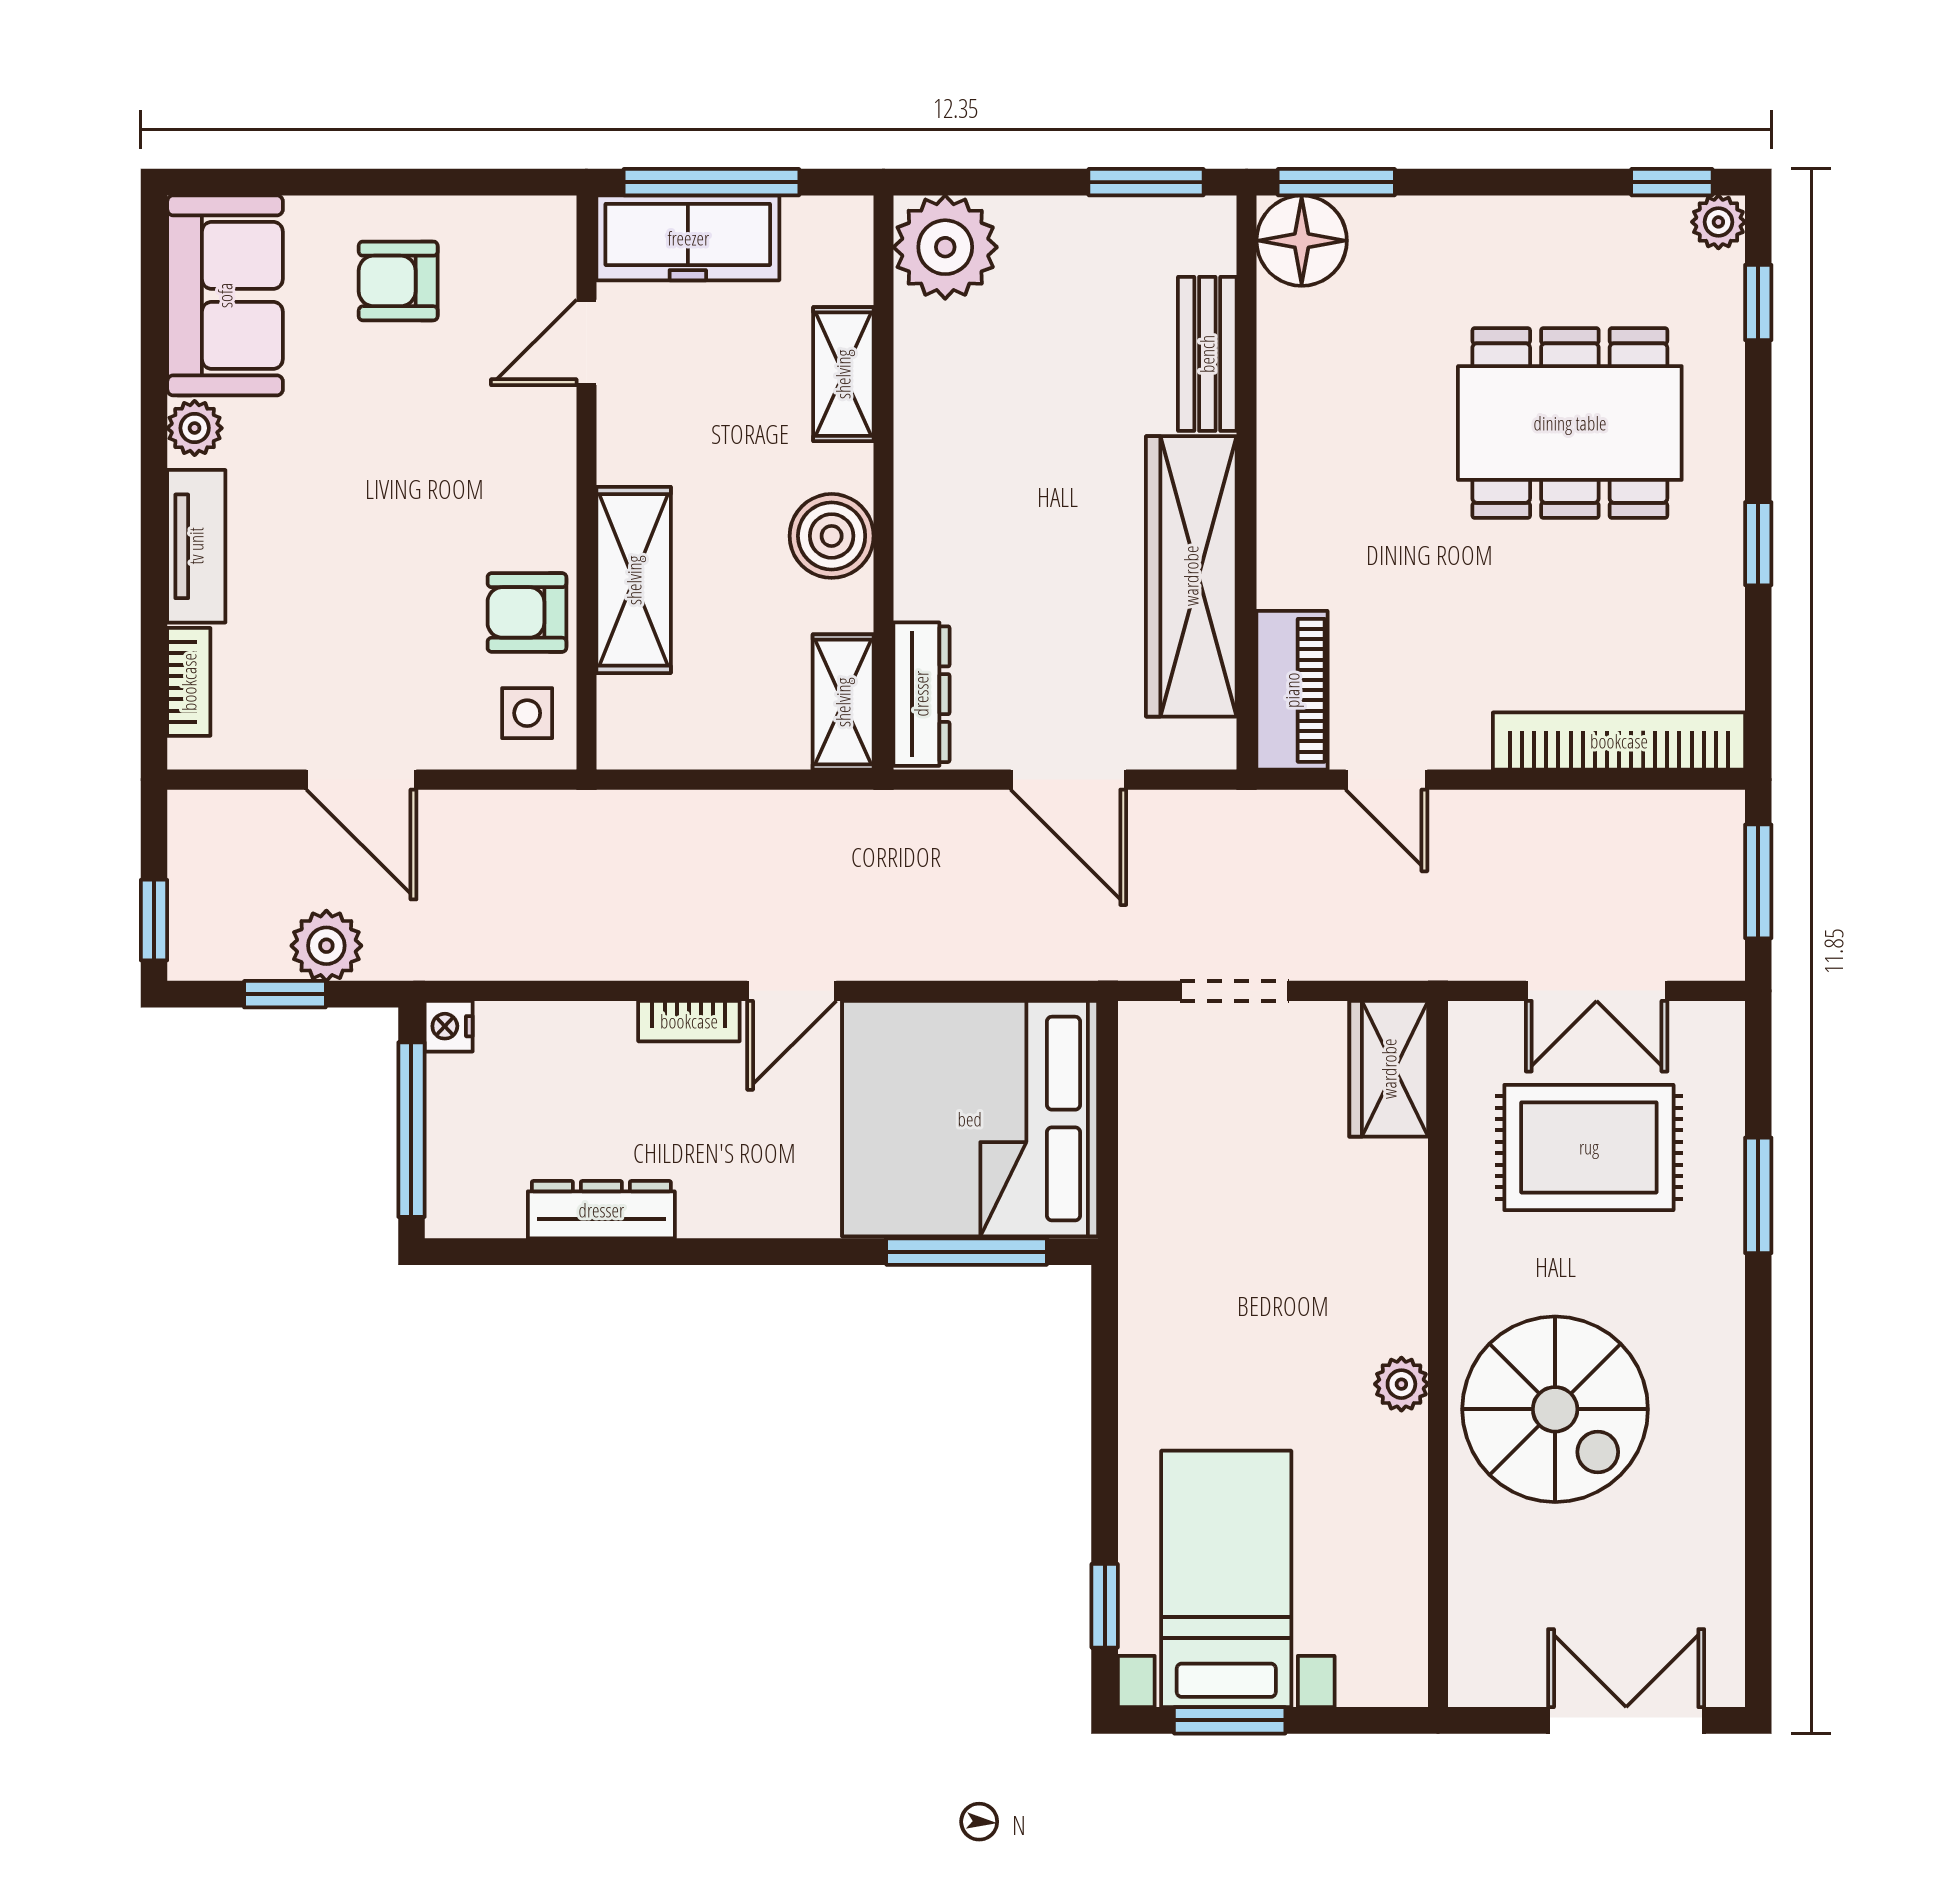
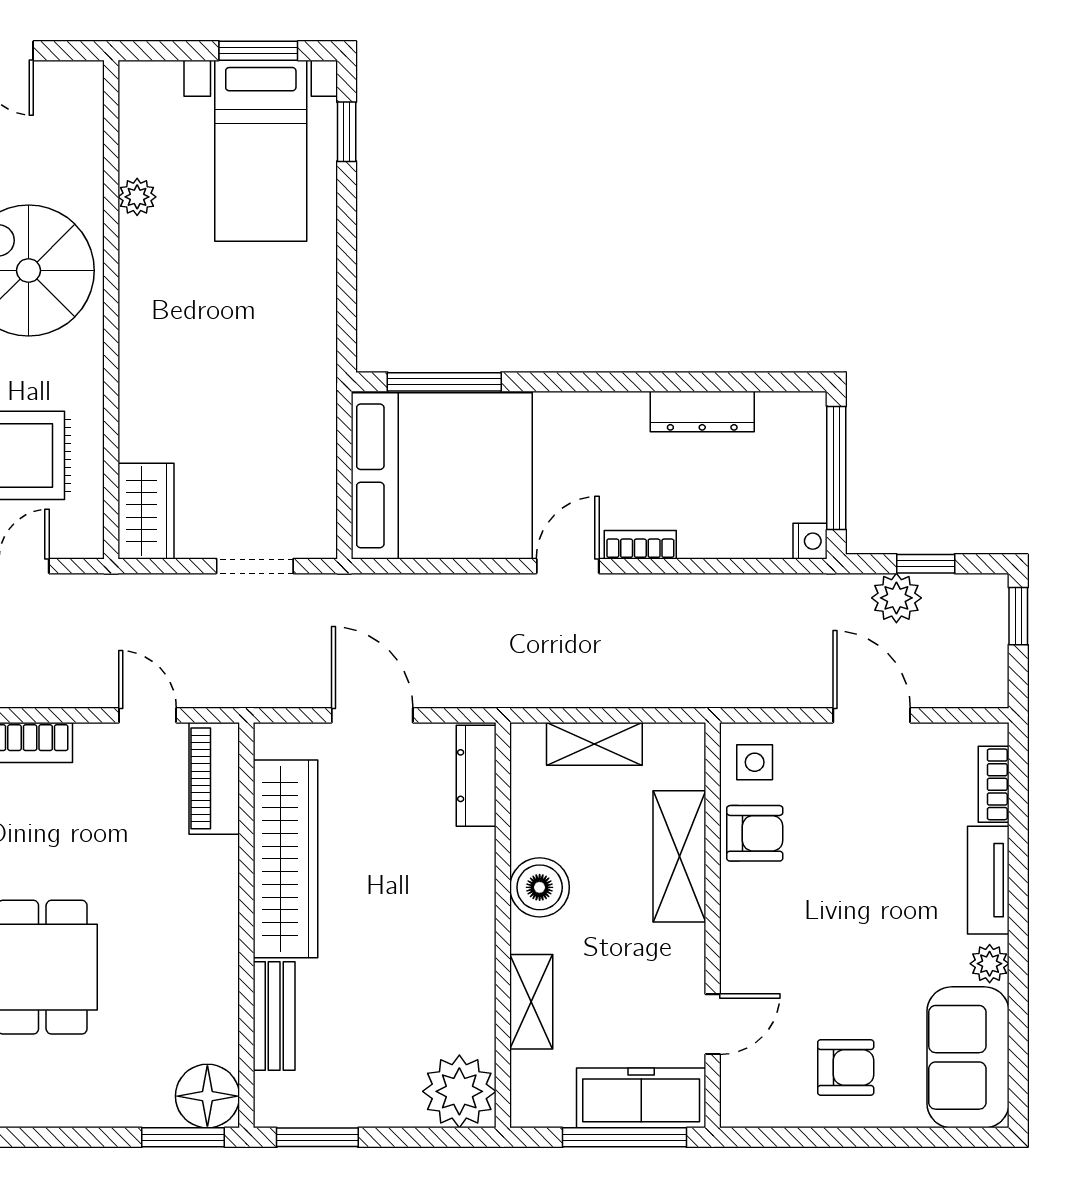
shelving: (843, 702) -> (594, 744), moved, turned 90
plant: (1401, 1384) -> (137, 197), moved

